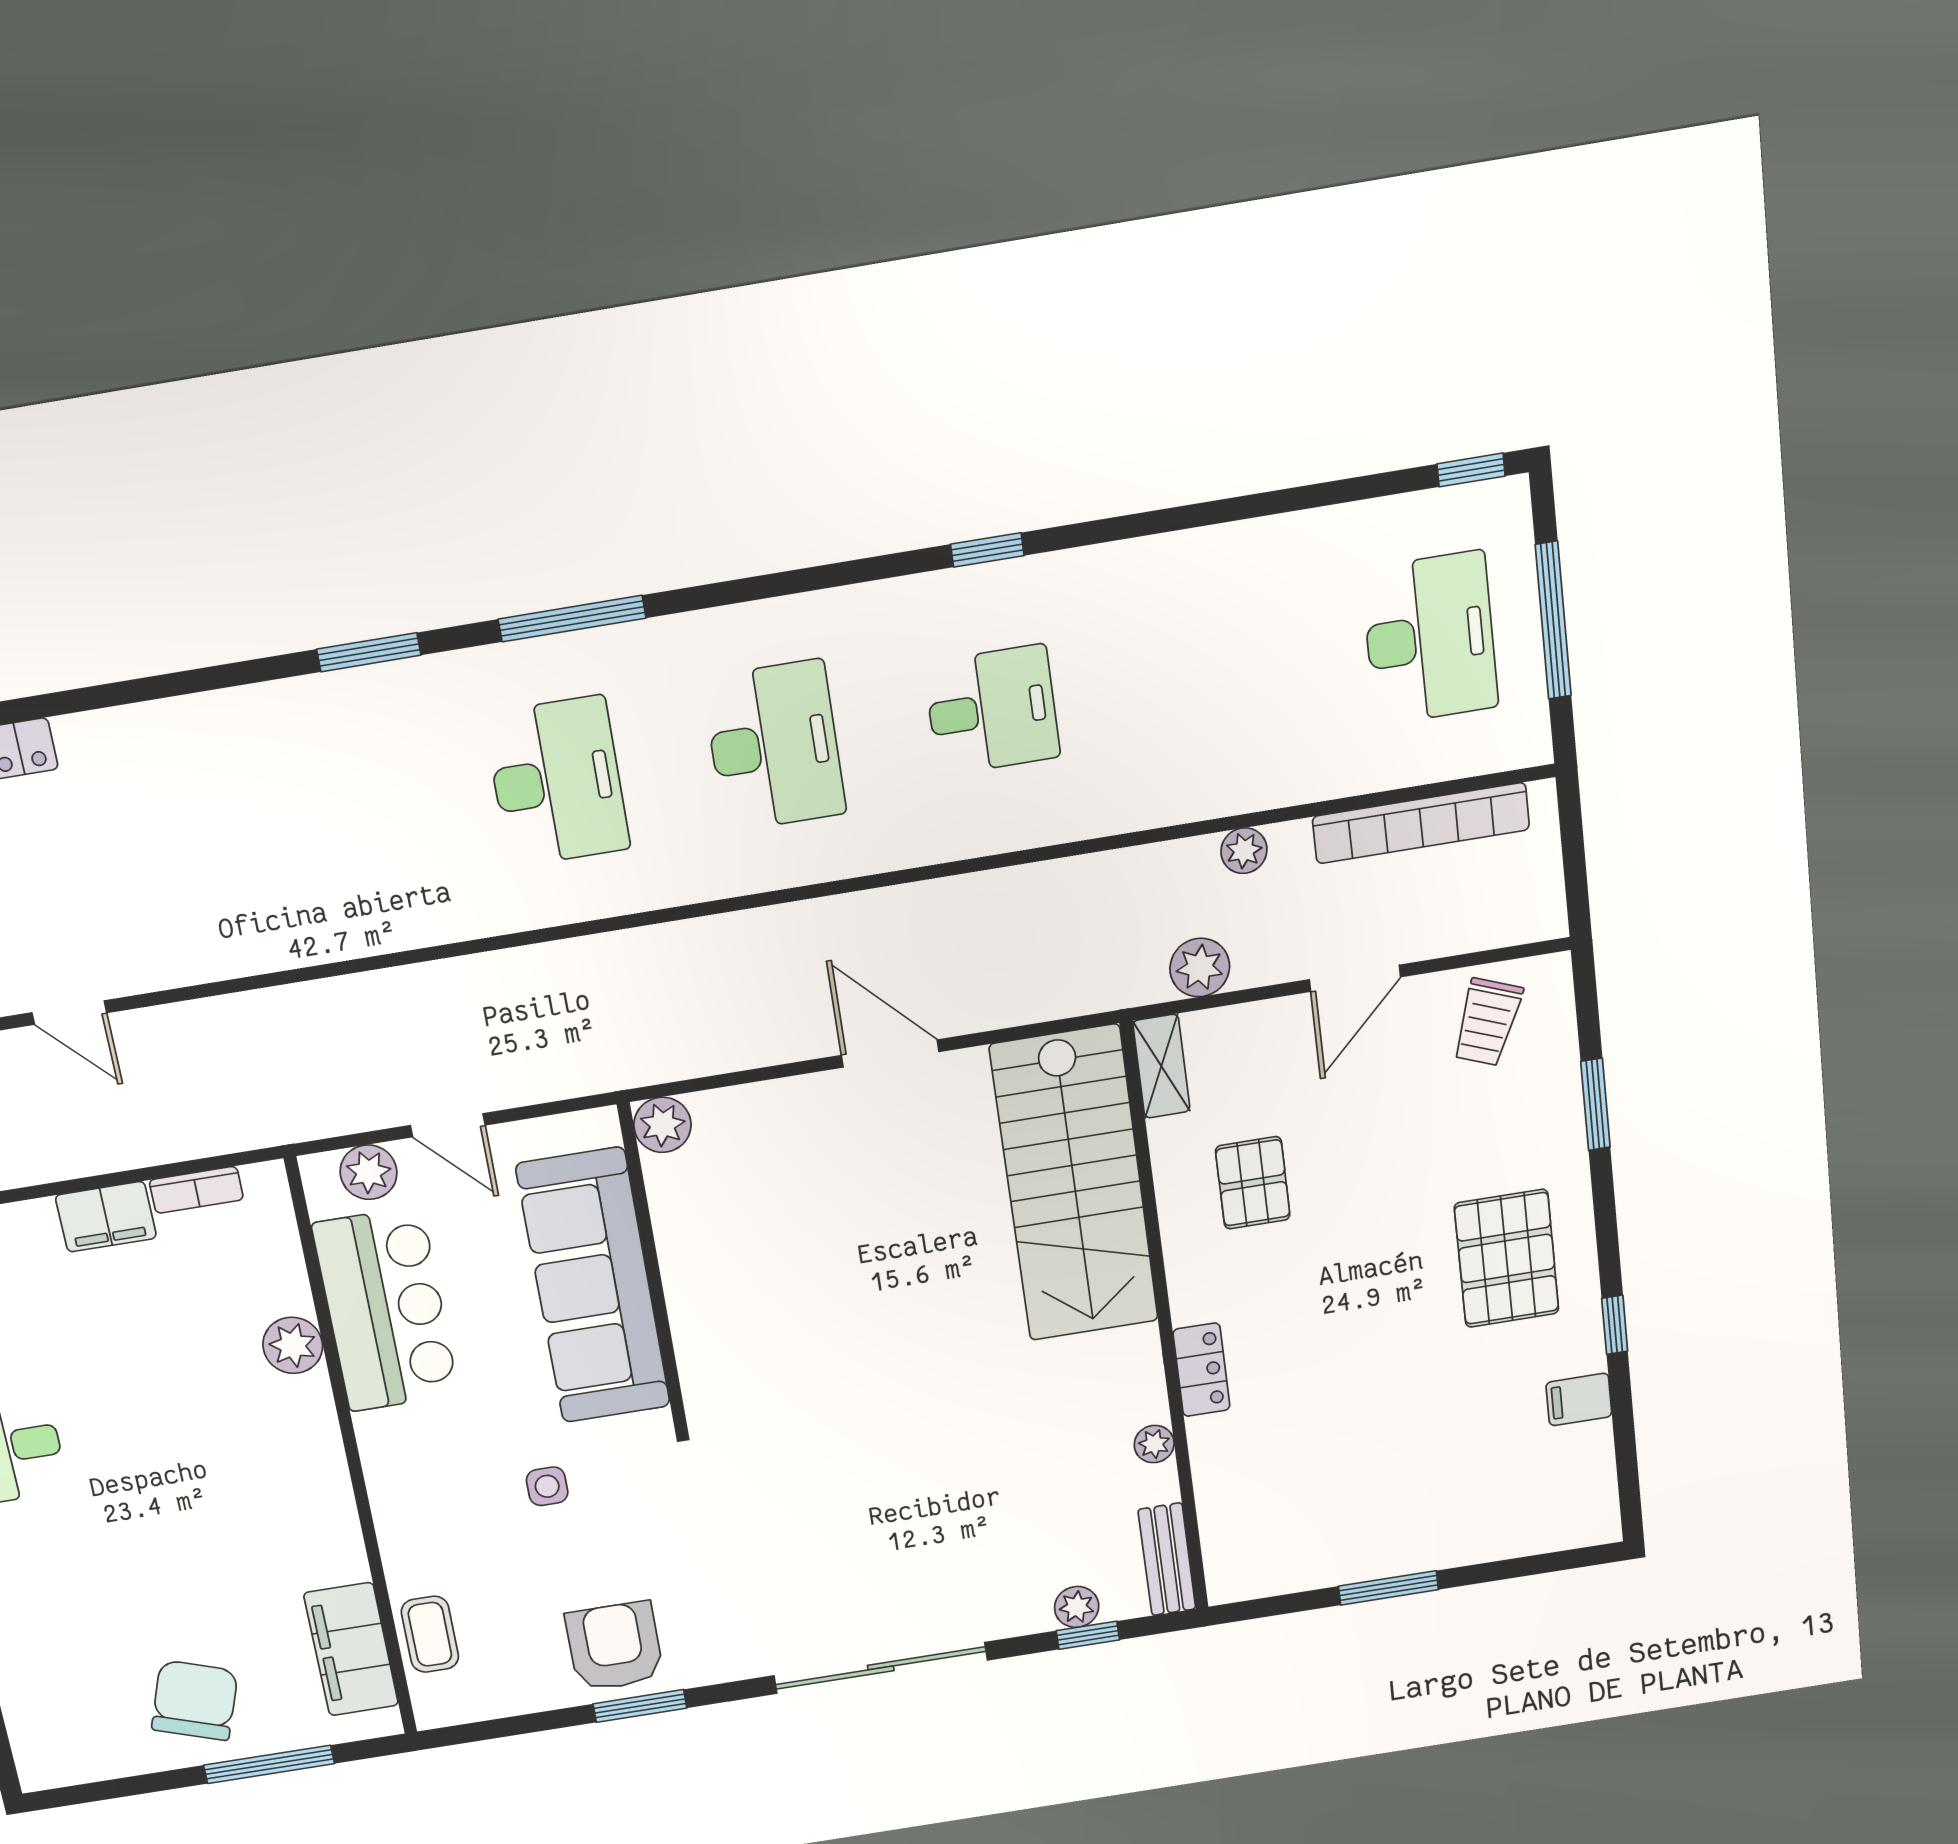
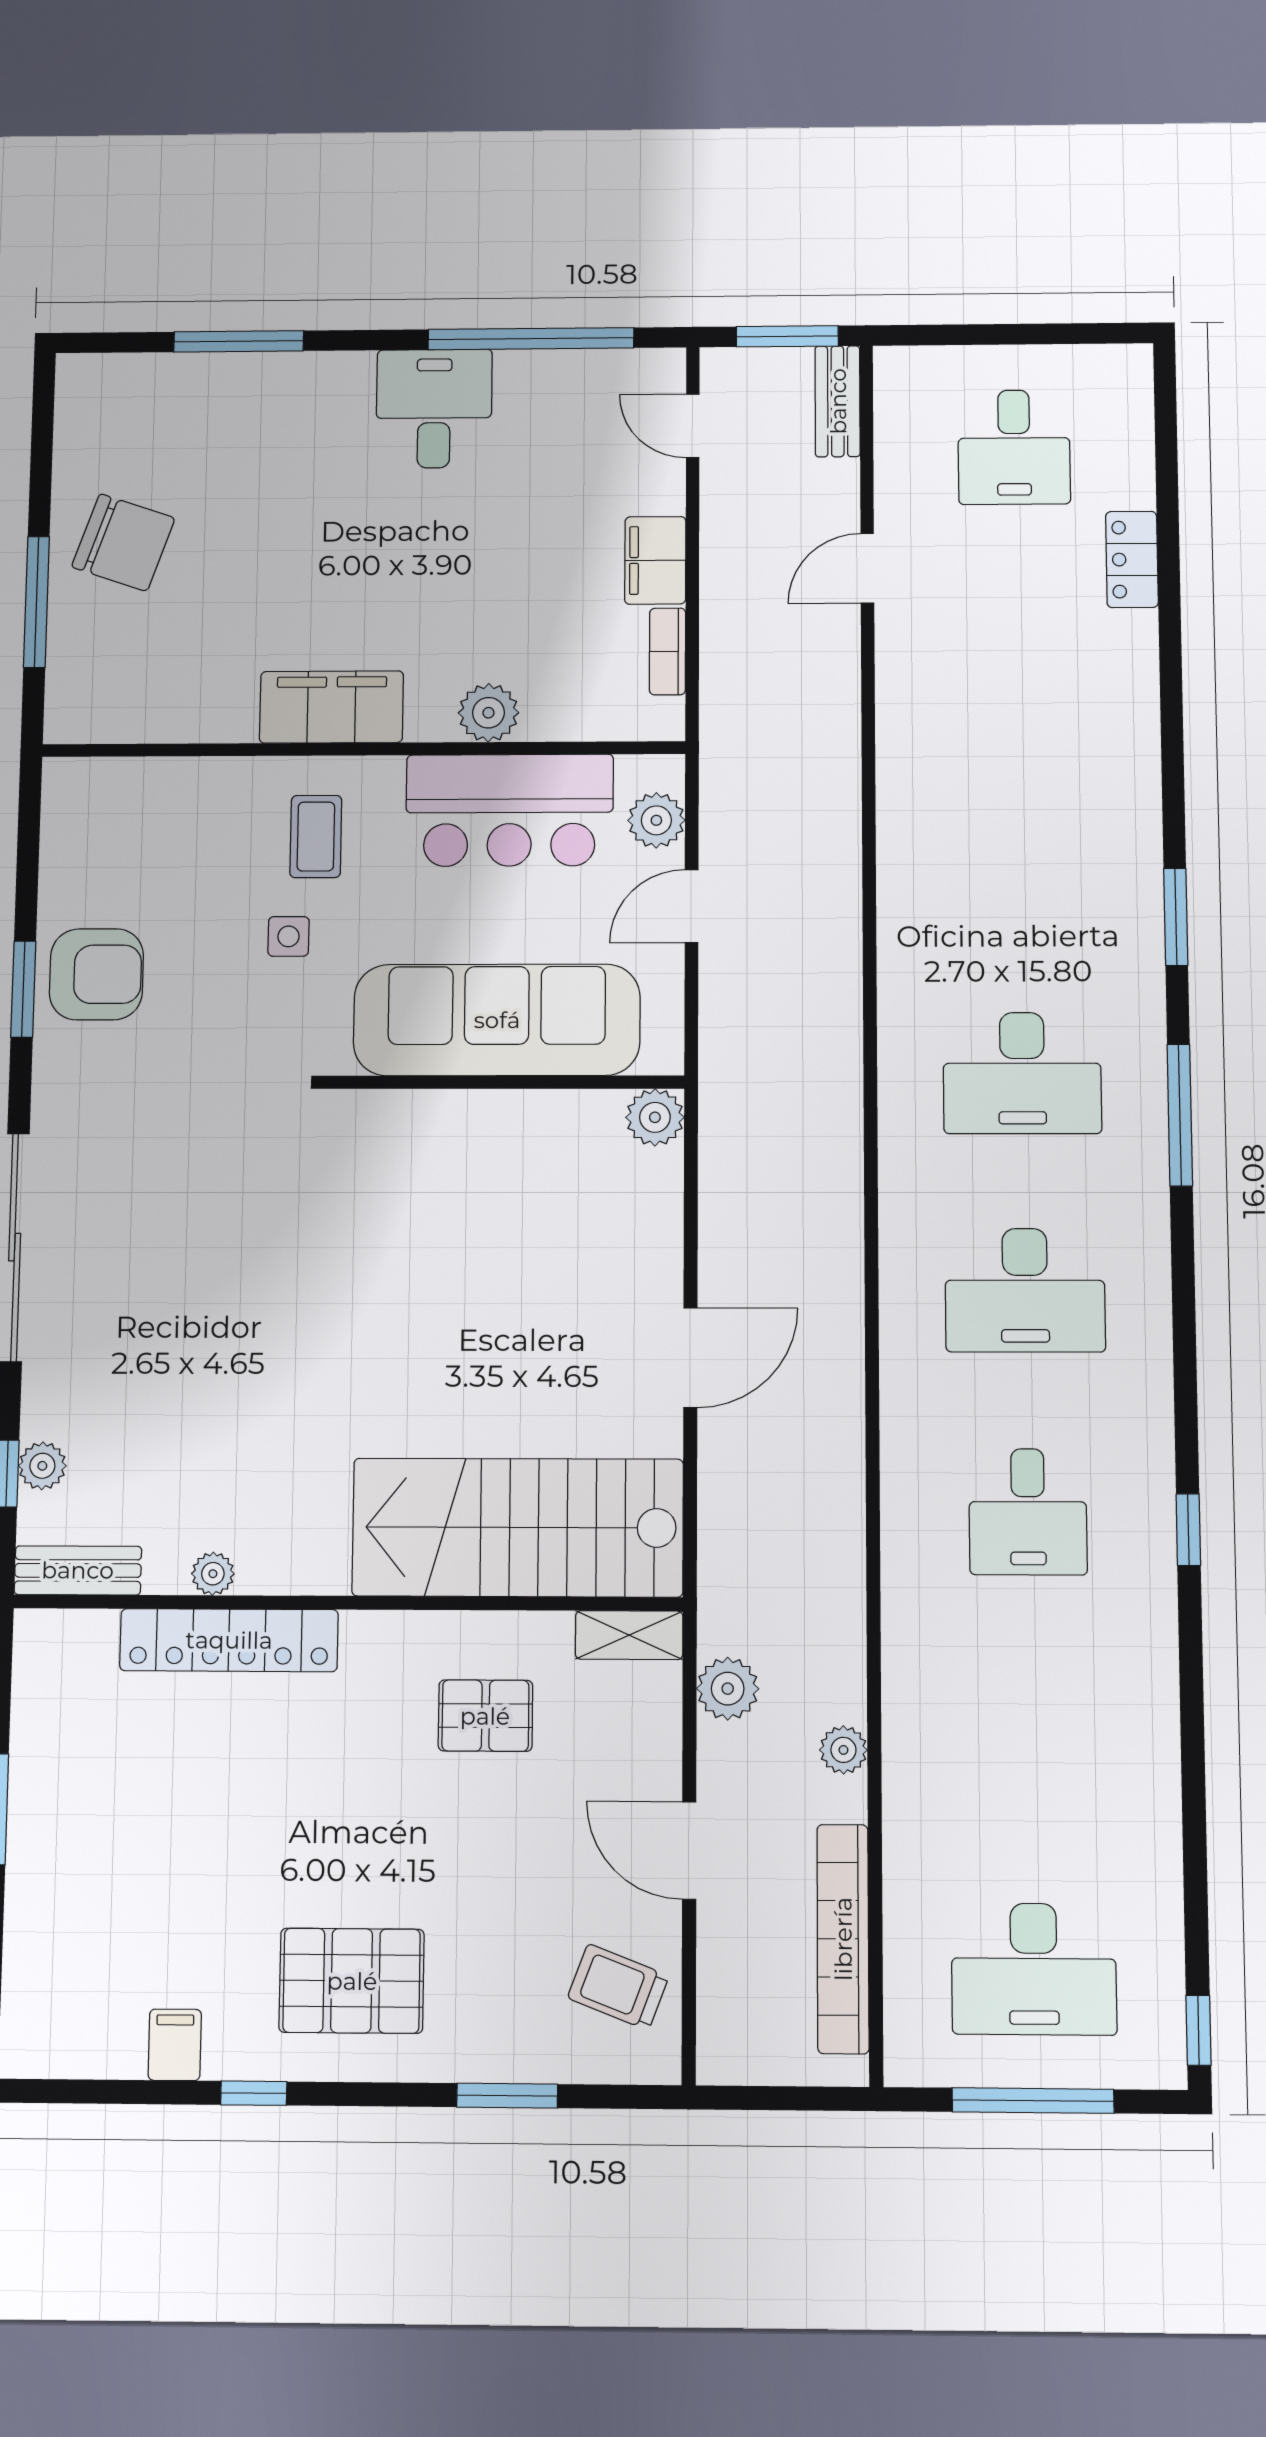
locker: (1201, 1370) -> (229, 1640), width x2.16, depth x1.21
coffee table: (430, 1634) -> (316, 836), moved, turned 90
filing cabinet: (351, 1649) -> (331, 707), moved

